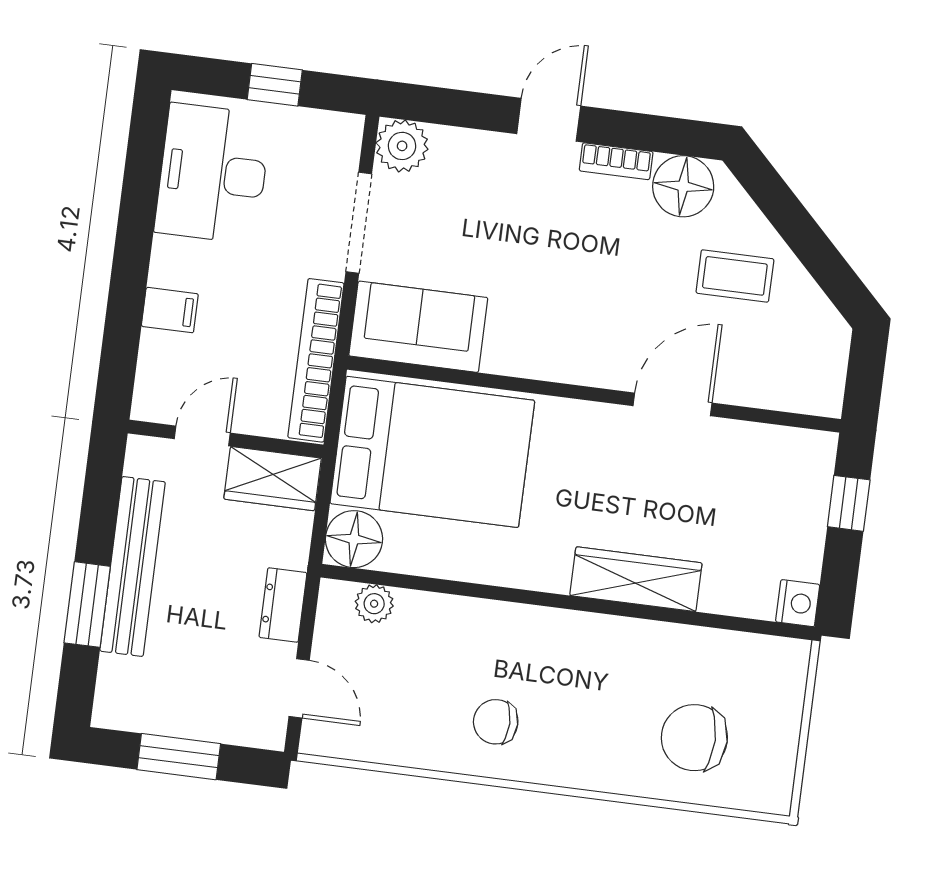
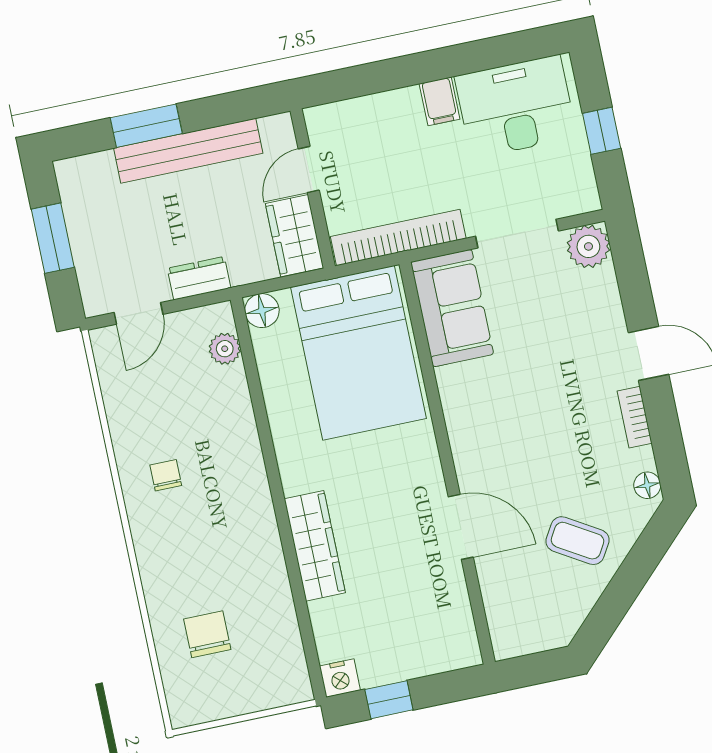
floor lamp: (683, 186) -> (647, 485), width x0.53, depth x0.53
coffee table: (735, 276) -> (578, 541), turned -59
filing cabinet: (170, 310) -> (440, 101), moved
door: (202, 436) -> (309, 170), swing flipped
window: (849, 503) -> (389, 700), moved
floor lamp: (354, 539) -> (262, 311), width x0.73, depth x0.73
chair: (496, 722) -> (166, 475), width x0.73, depth x0.73
chair: (694, 738) -> (207, 634), width x0.73, depth x0.73

